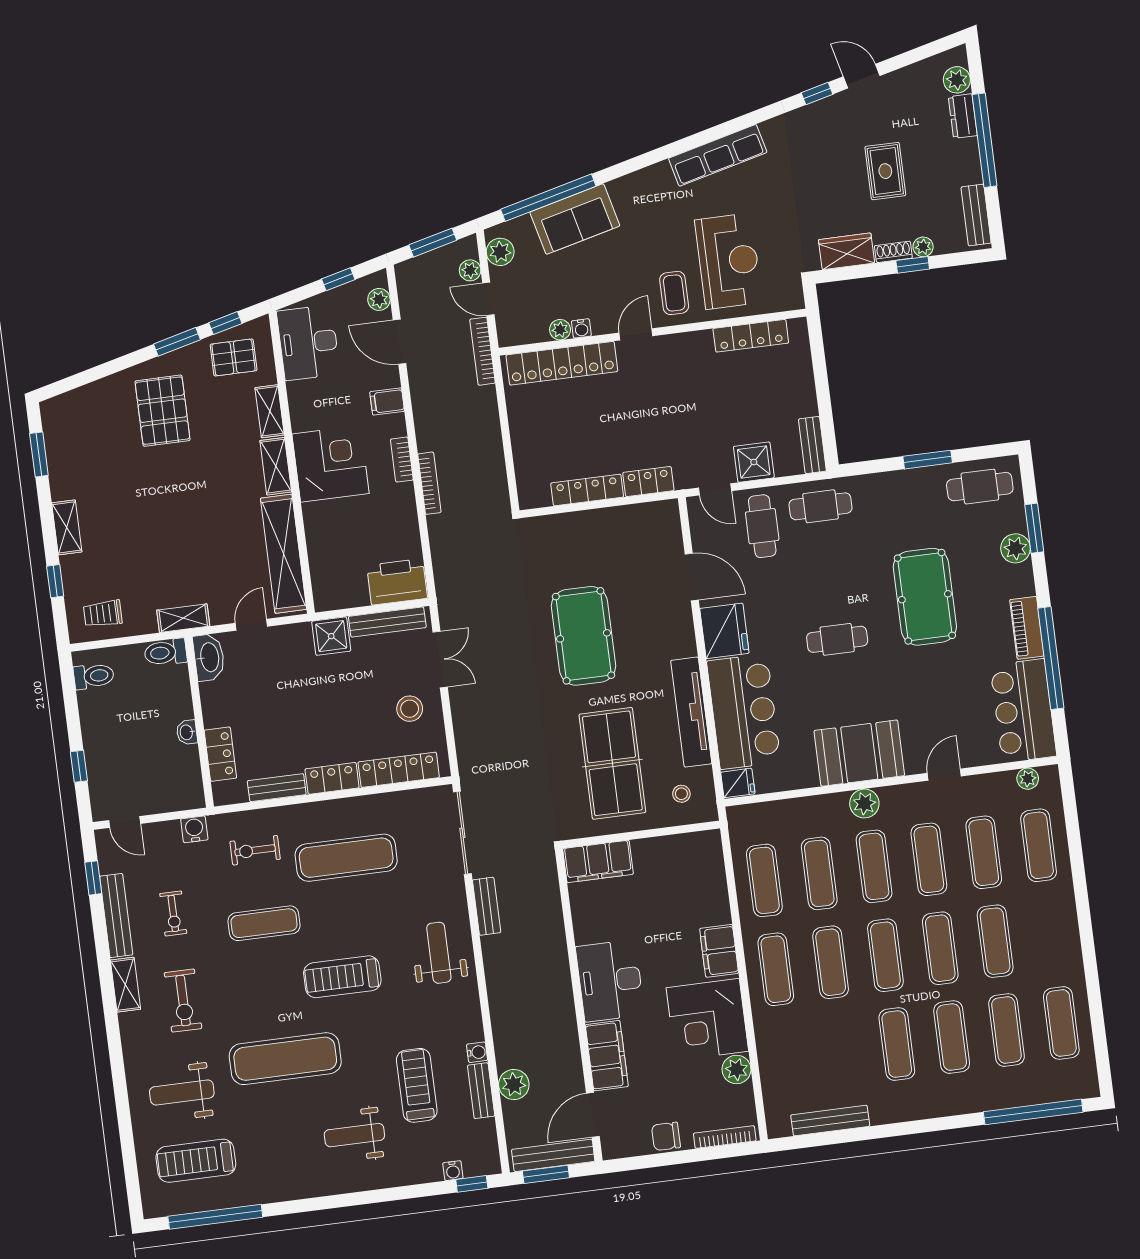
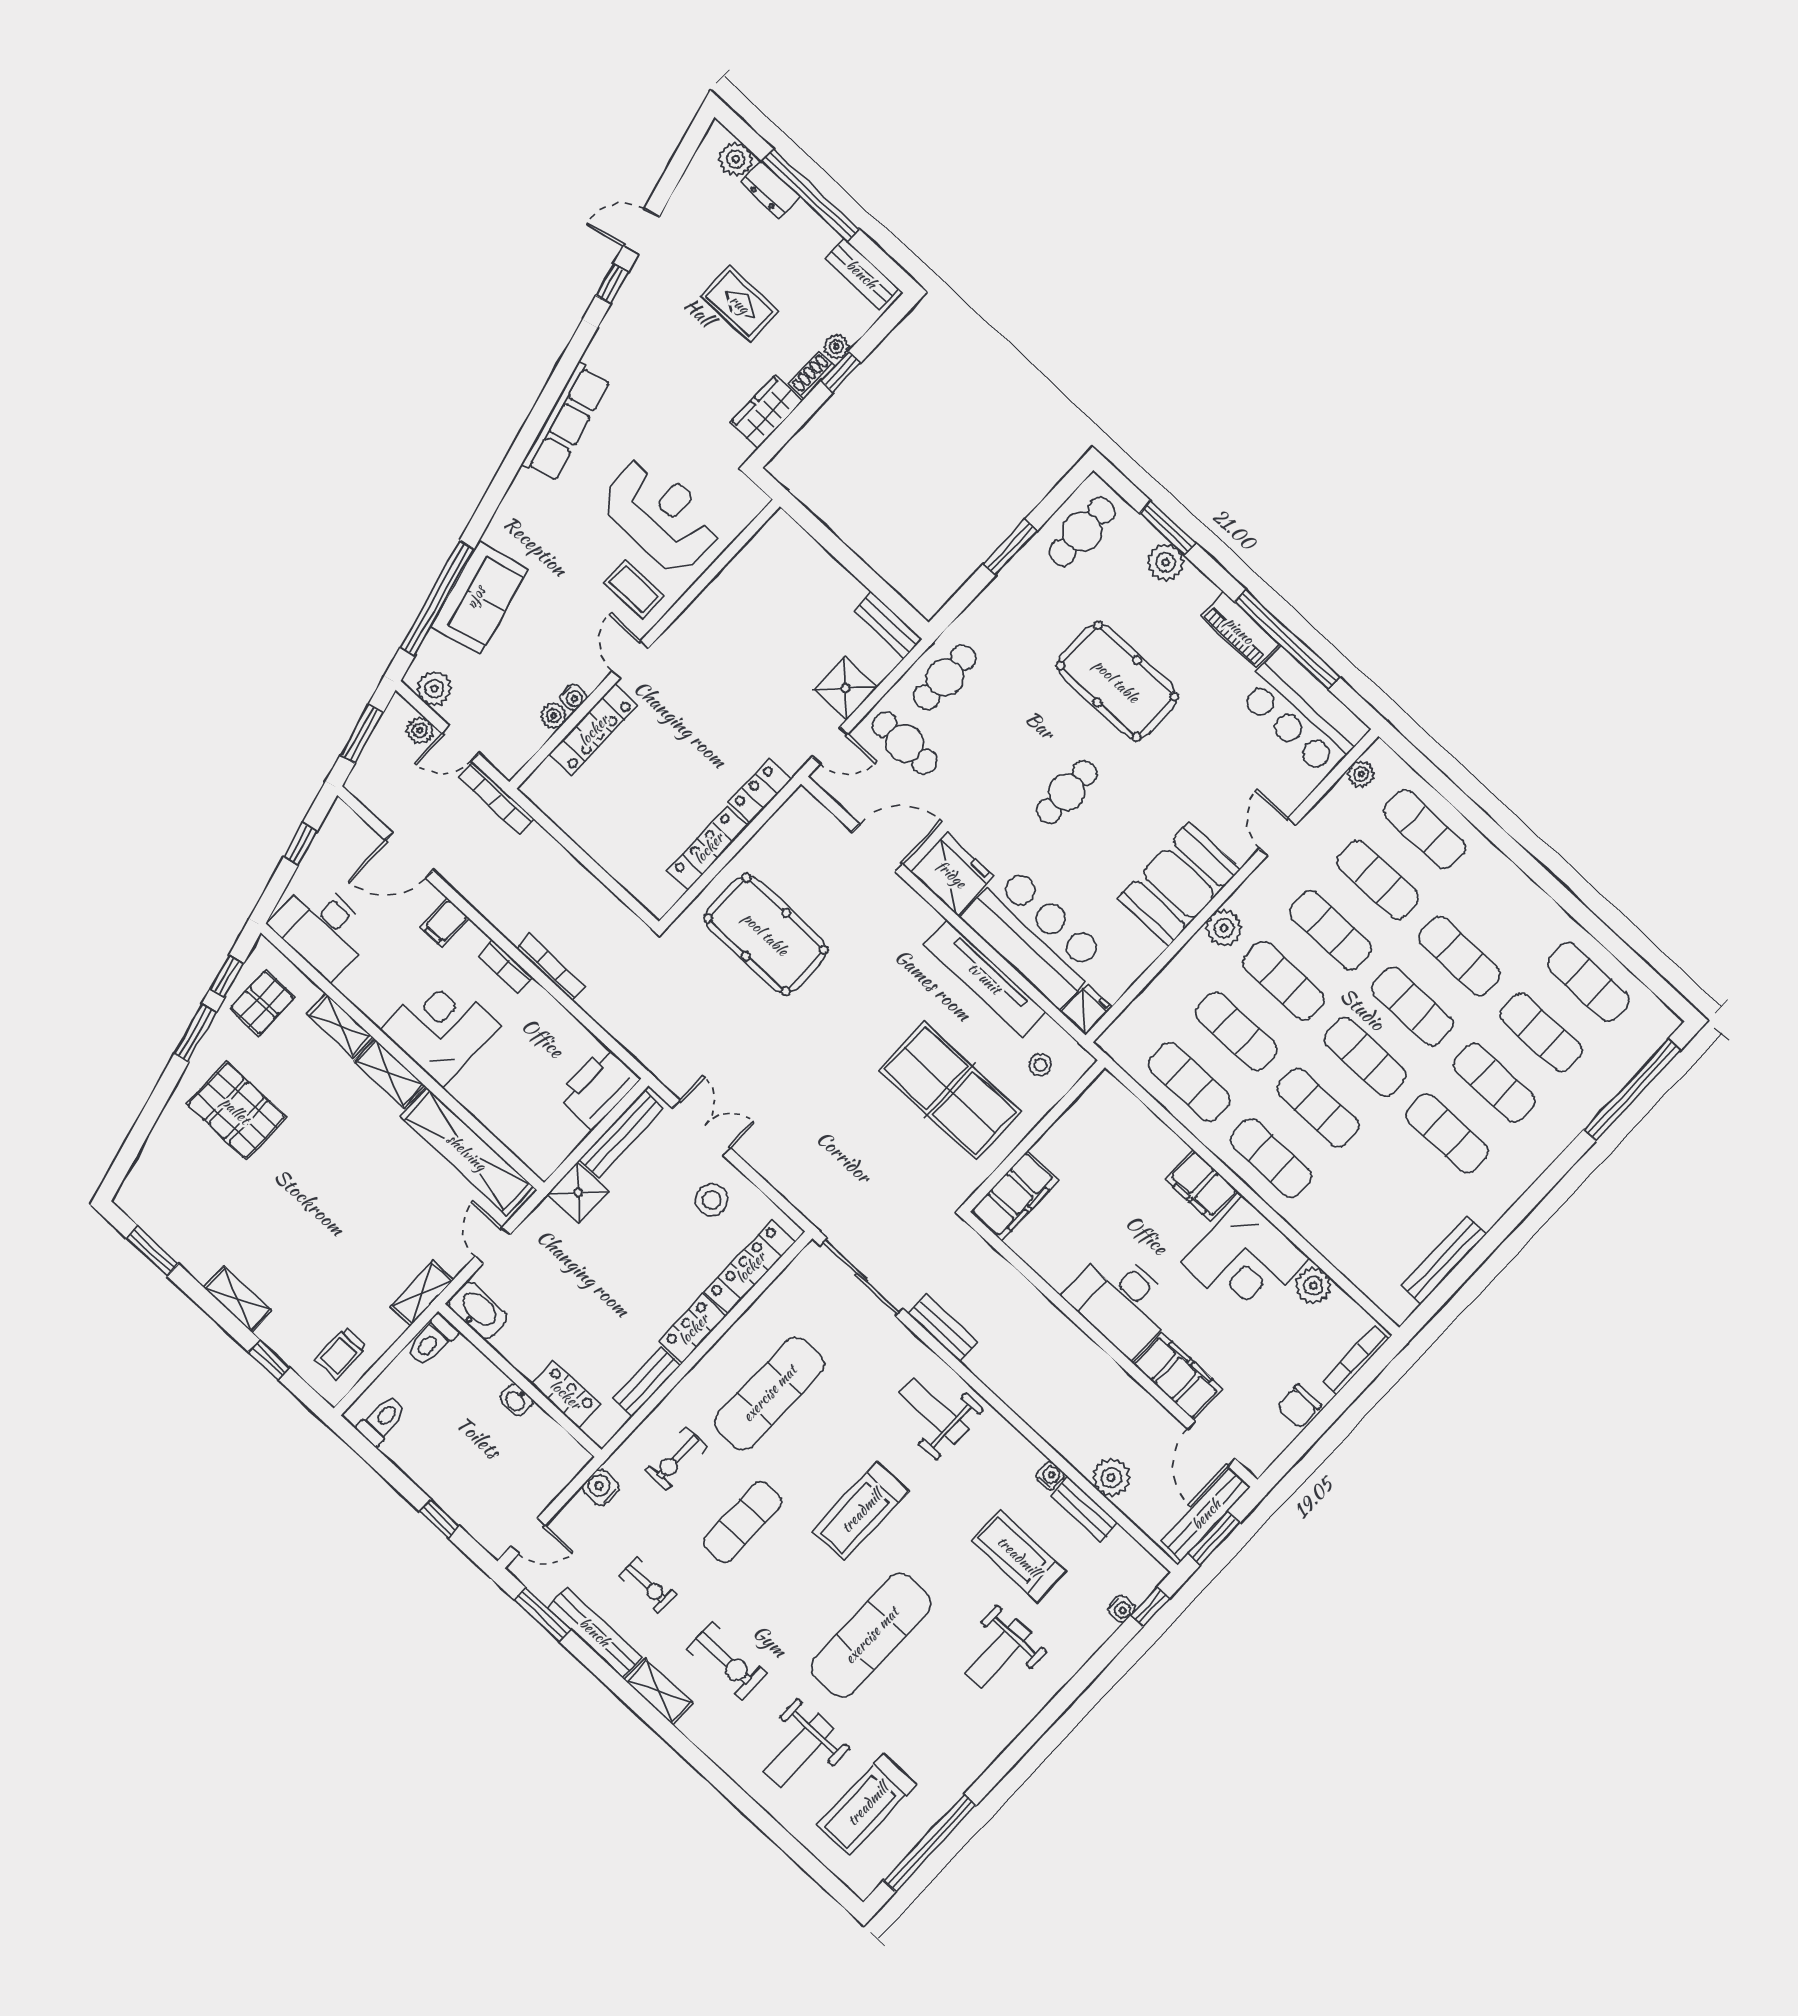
plant: (379, 299) -> (356, 831), removed
locker: (751, 336) -> (742, 569), removed
locker: (562, 363) -> (593, 730), width x0.71, depth x0.83
pool table: (584, 636) -> (766, 934), moved
window: (93, 878) -> (543, 1615), width x1.50

